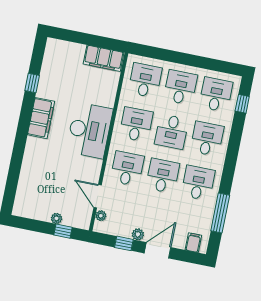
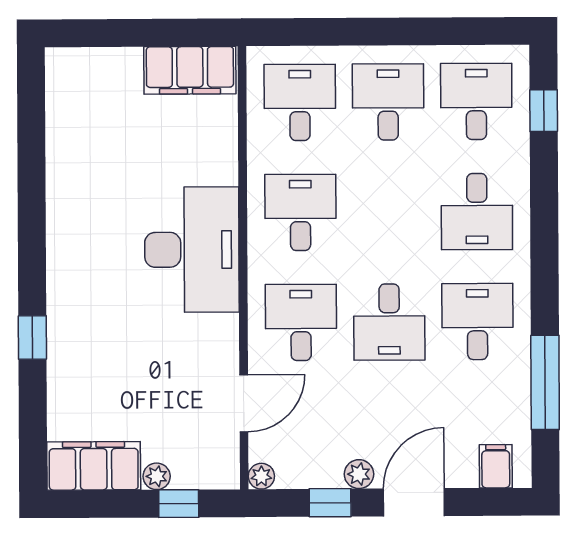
window: (32, 83) -> (32, 337), moved
filing cabinet: (41, 118) -> (94, 466), moved, turned -90
desk: (172, 132) -> (389, 212), removed
desk: (207, 139) -> (477, 212), turned 180
desk: (163, 176) -> (389, 322), turned 180
door: (98, 196) -> (244, 403), swing flipped
plant: (101, 216) -> (261, 476), moved

